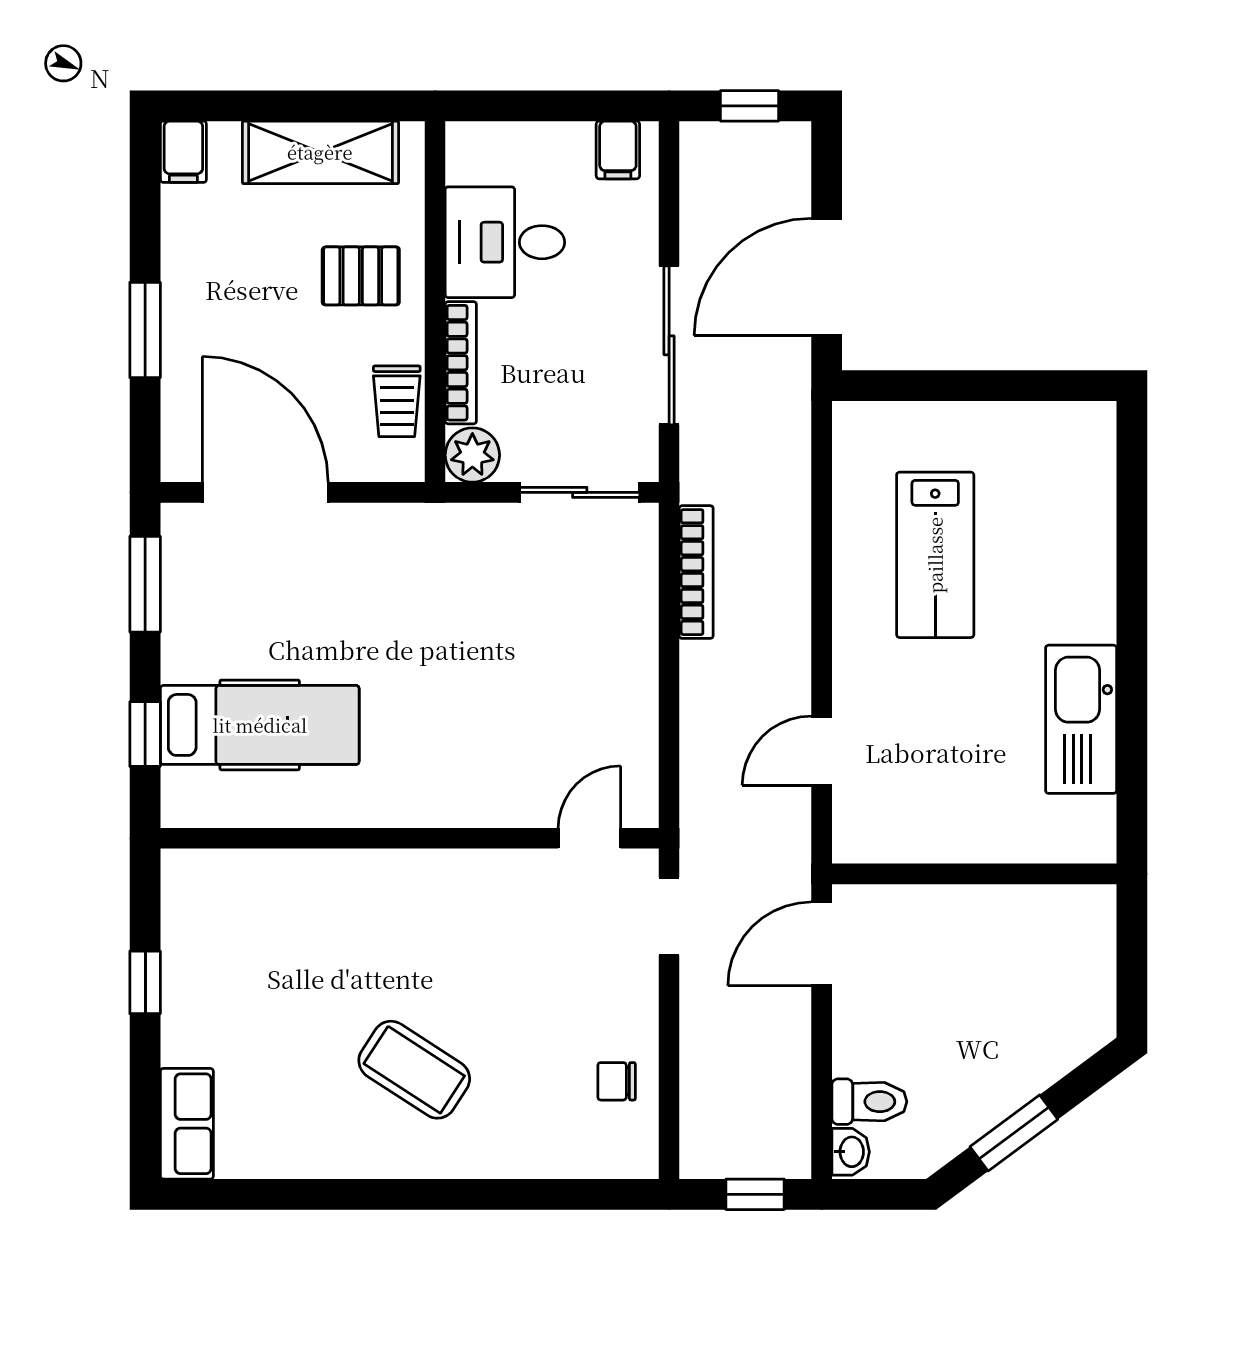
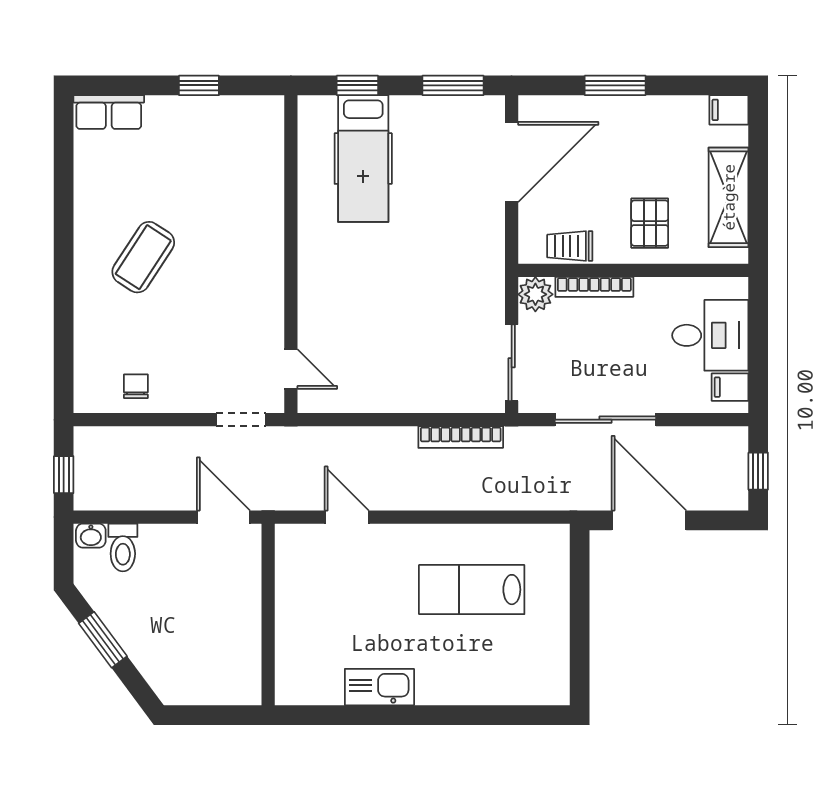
desk: (505, 242) -> (710, 335), moved, turned 90
kitchen sink: (1081, 719) -> (379, 687), width x0.73, depth x0.81

